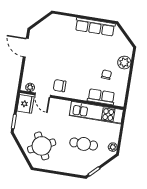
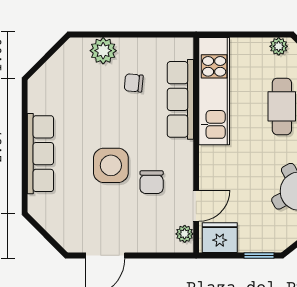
row of seats: (95, 27) -> (40, 154), moved
side table: (69, 57) -> (111, 165), added
chair: (60, 86) -> (152, 182), moved
row of seats: (101, 97) -> (180, 99), width x1.48

